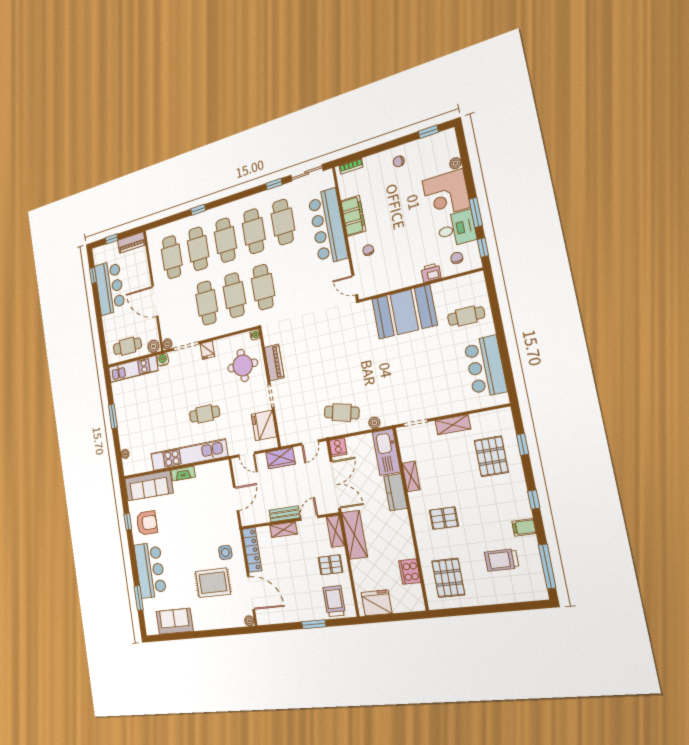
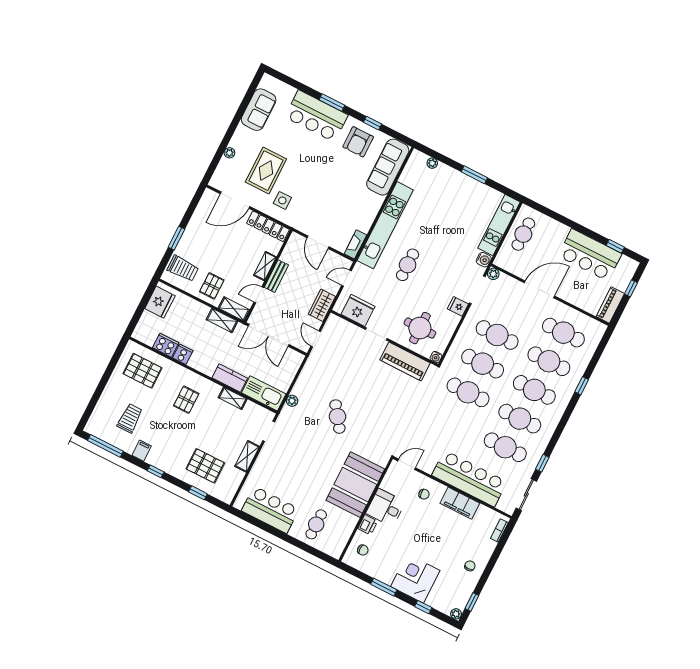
plant: (455, 163) -> (456, 614), moved
desk: (457, 229) -> (386, 508), moved, turned 90
window: (483, 248) -> (423, 607), moved
plant: (153, 346) -> (502, 259), removed
piano: (274, 362) -> (405, 361), width x1.37, depth x1.33
cafe table: (342, 412) -> (337, 417), moved, turned -49
cooker: (338, 447) -> (183, 354), moved, turned 90
fireplace: (183, 474) -> (355, 244), moved
door: (309, 518) -> (259, 295), swing flipped
shelving: (354, 535) -> (222, 320), width x0.67, depth x0.75
window: (139, 598) -> (332, 103), moved
plant: (249, 621) -> (229, 153), moved

